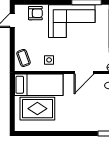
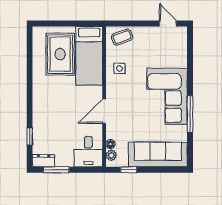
armchair: (35, 13) -> (177, 52), removed
door: (84, 73) -> (104, 111), hinge flipped

